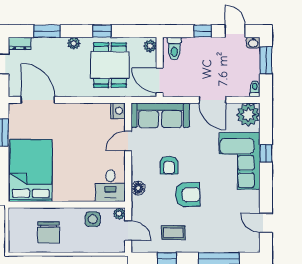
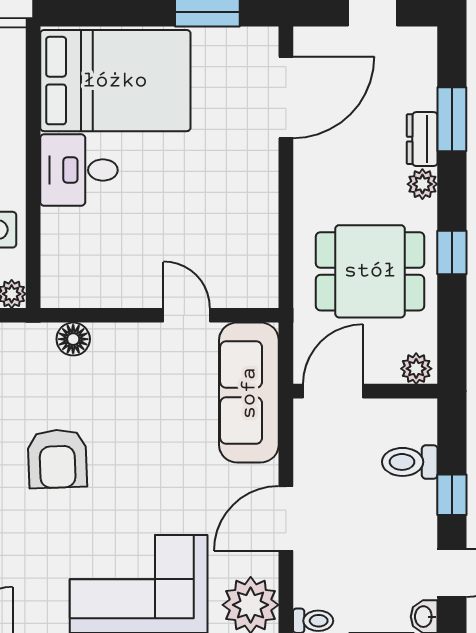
dresser: (20, 43) -> (422, 139), moved
toilet: (174, 49) -> (410, 462), moved
nightstand: (118, 111) -> (260, 291), removed
armchair: (169, 165) -> (128, 414), removed
desk: (110, 186) -> (79, 170), moved

